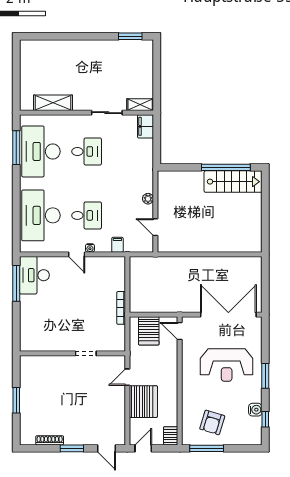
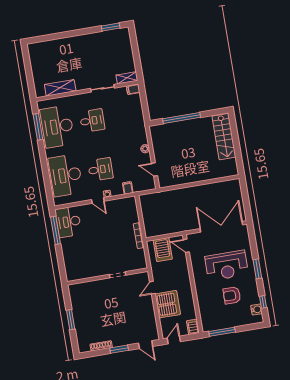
filing cabinet: (146, 126) -> (133, 89), width x0.50
window: (226, 167) -> (182, 118), moved
stairs: (233, 182) -> (224, 137), moved, turned 90
water cooler: (255, 410) -> (257, 309), moved
armchair: (212, 422) -> (232, 295), moved, turned 73

